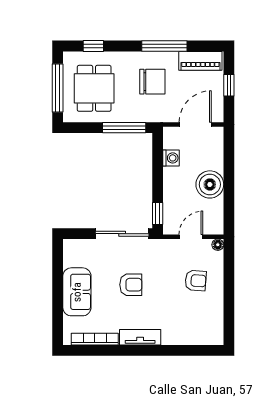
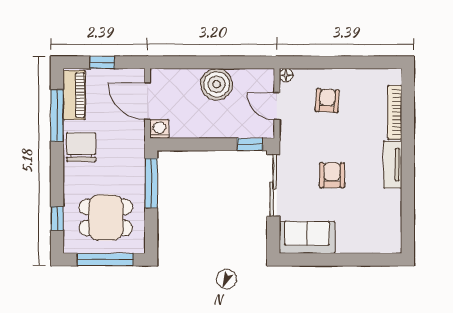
window: (164, 46) -> (57, 115), moved
chair: (152, 82) -> (81, 147), moved
washing machine: (171, 158) -> (159, 129), moved
sofa: (77, 292) -> (307, 237), moved
bookcase: (95, 339) -> (395, 112), moved

